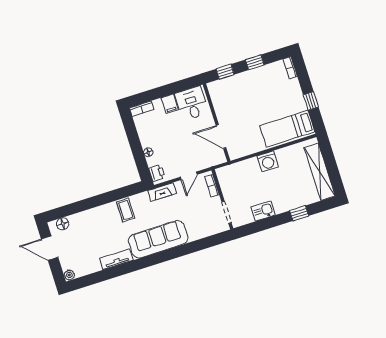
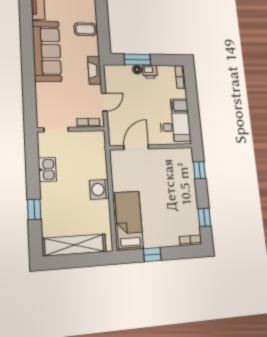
window: (255, 62) -> (204, 217), moved
window: (138, 154) -> (137, 60), added
printer: (157, 173) -> (150, 72), moved
door: (189, 176) -> (104, 102), swing flipped

